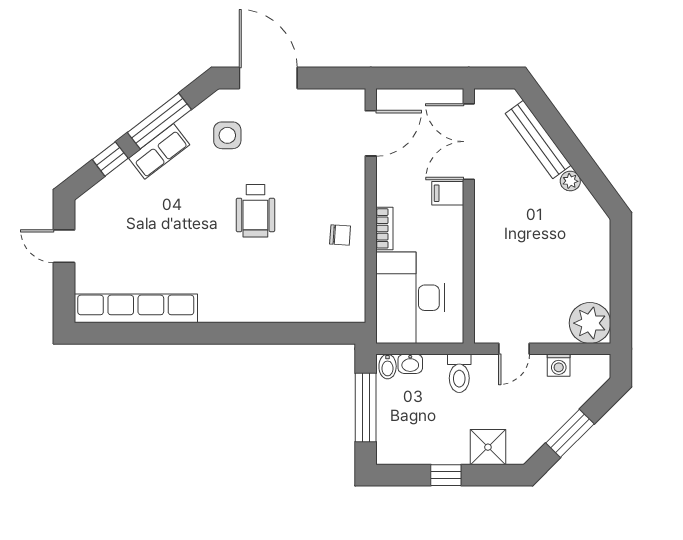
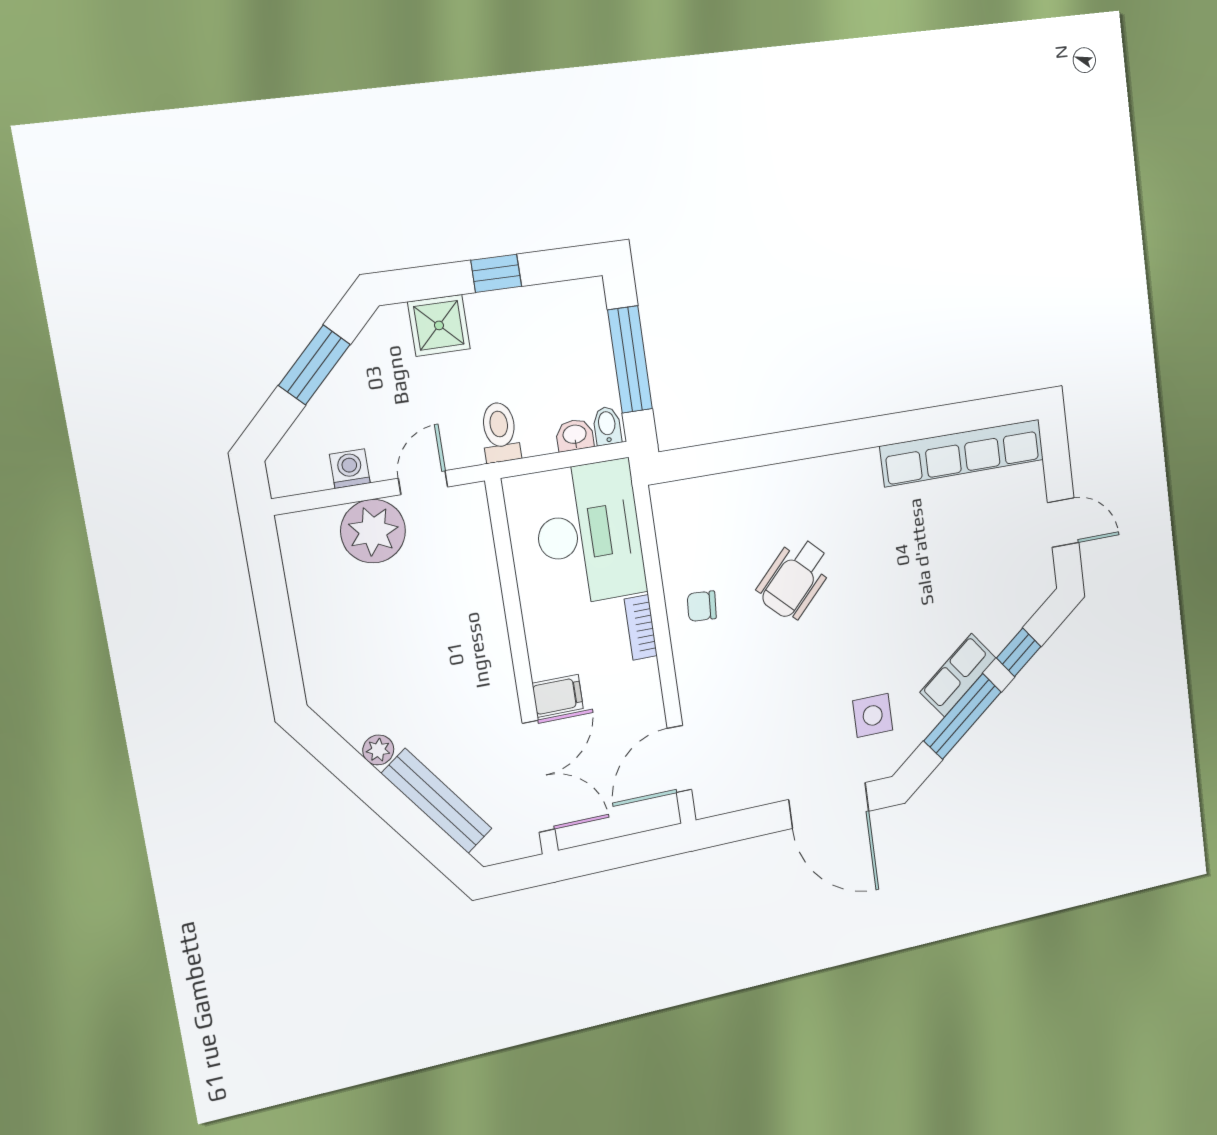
wheelchair: (255, 211) -> (795, 579), moved, turned -136
plant: (590, 323) -> (373, 531), moved

